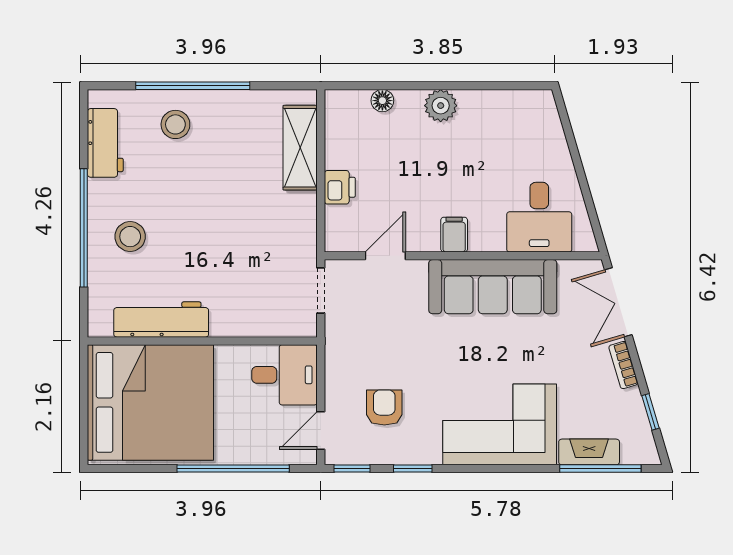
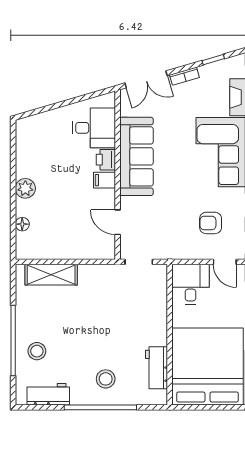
printer: (340, 187) -> (106, 160), moved, turned -90
workbench: (161, 320) -> (157, 368), width x0.73

